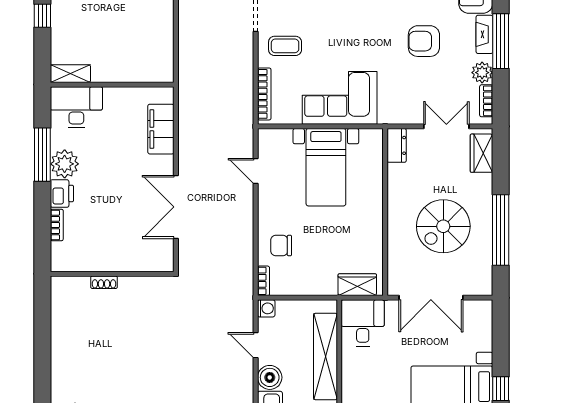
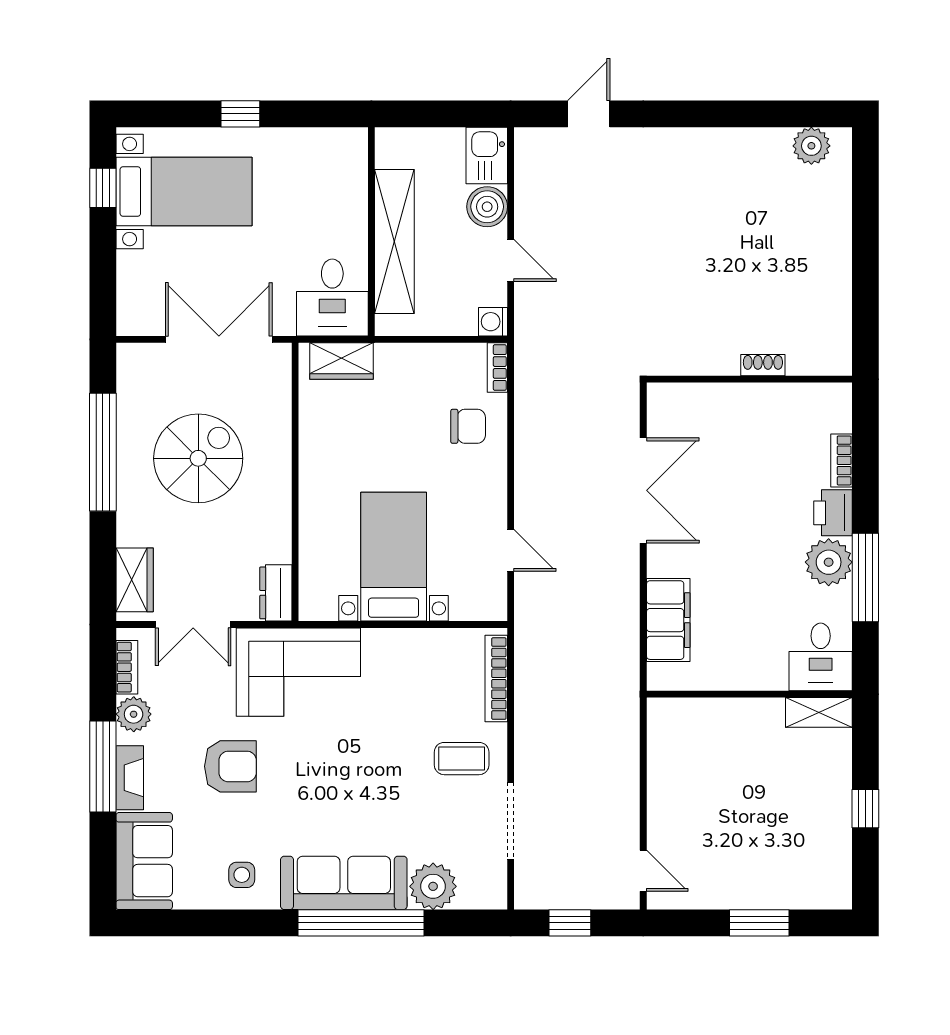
corner sofa: (340, 98) -> (298, 672), moved
desk: (76, 107) -> (821, 657), width x0.73

